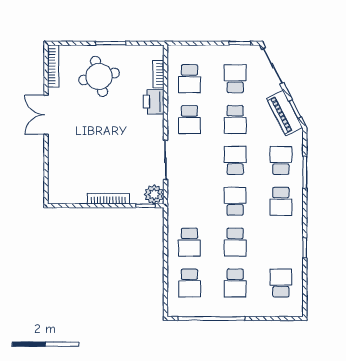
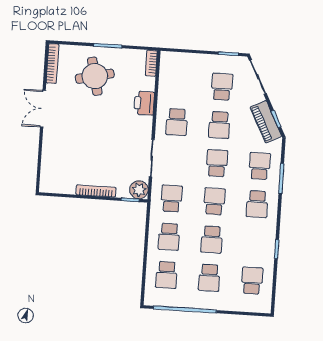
bookcase: (158, 74) -> (151, 63), moved
school desk: (189, 79) -> (172, 198), moved, turned 180

